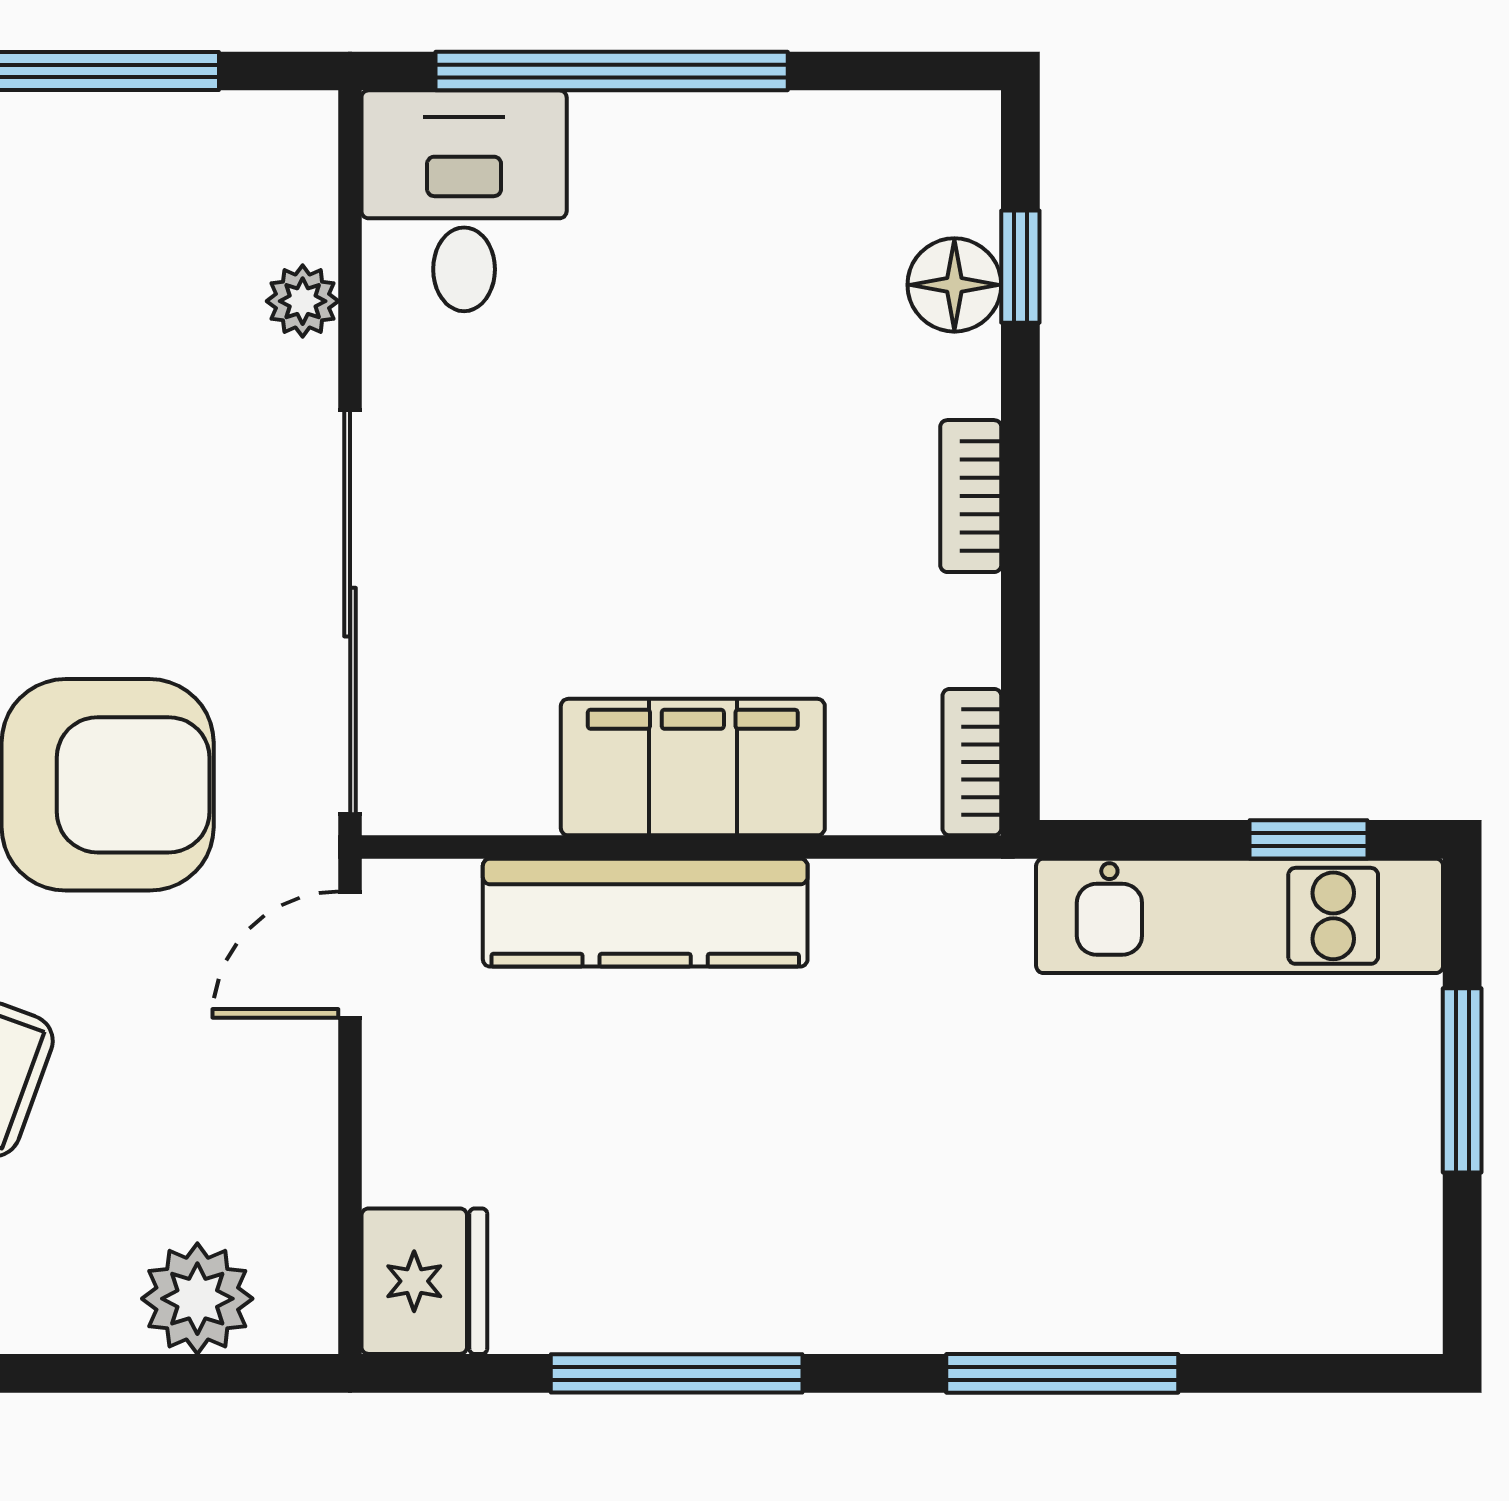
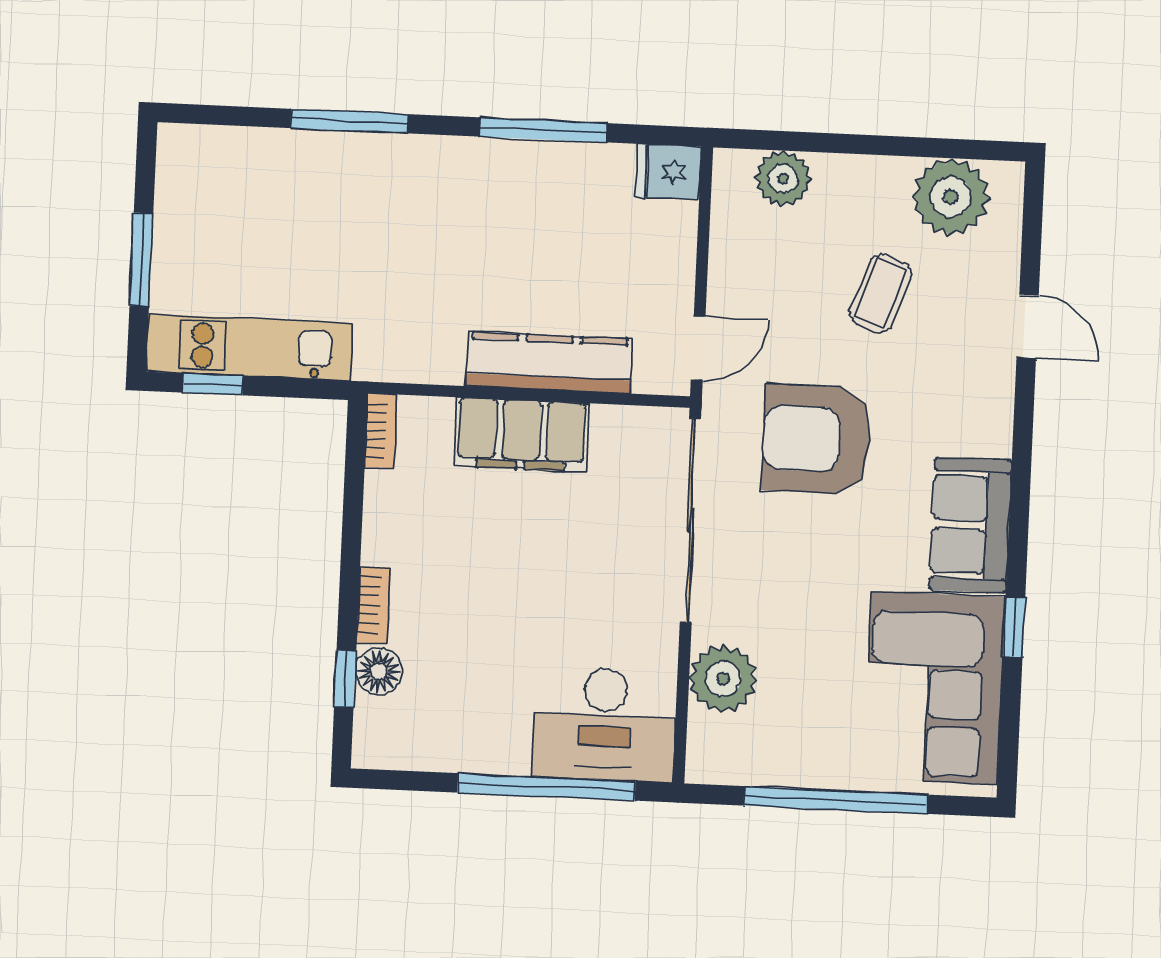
desk: (464, 201) -> (604, 724), width x1.37
plant: (303, 301) -> (723, 679), width x1.87, depth x1.87
bookcase: (971, 496) -> (373, 605), moved
fridge: (424, 1281) -> (669, 172), width x0.72

